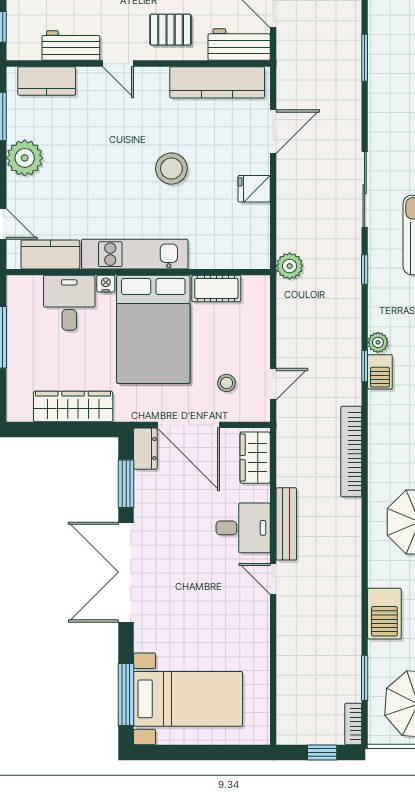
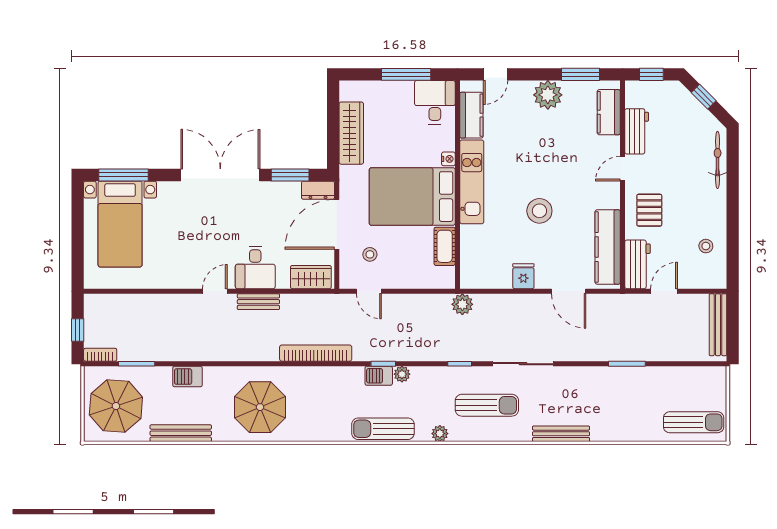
desk: (69, 303) -> (435, 102), moved, turned -90
bench: (286, 524) -> (258, 302), width x0.73
barbecue: (384, 614) -> (187, 377), width x0.73, depth x0.79

